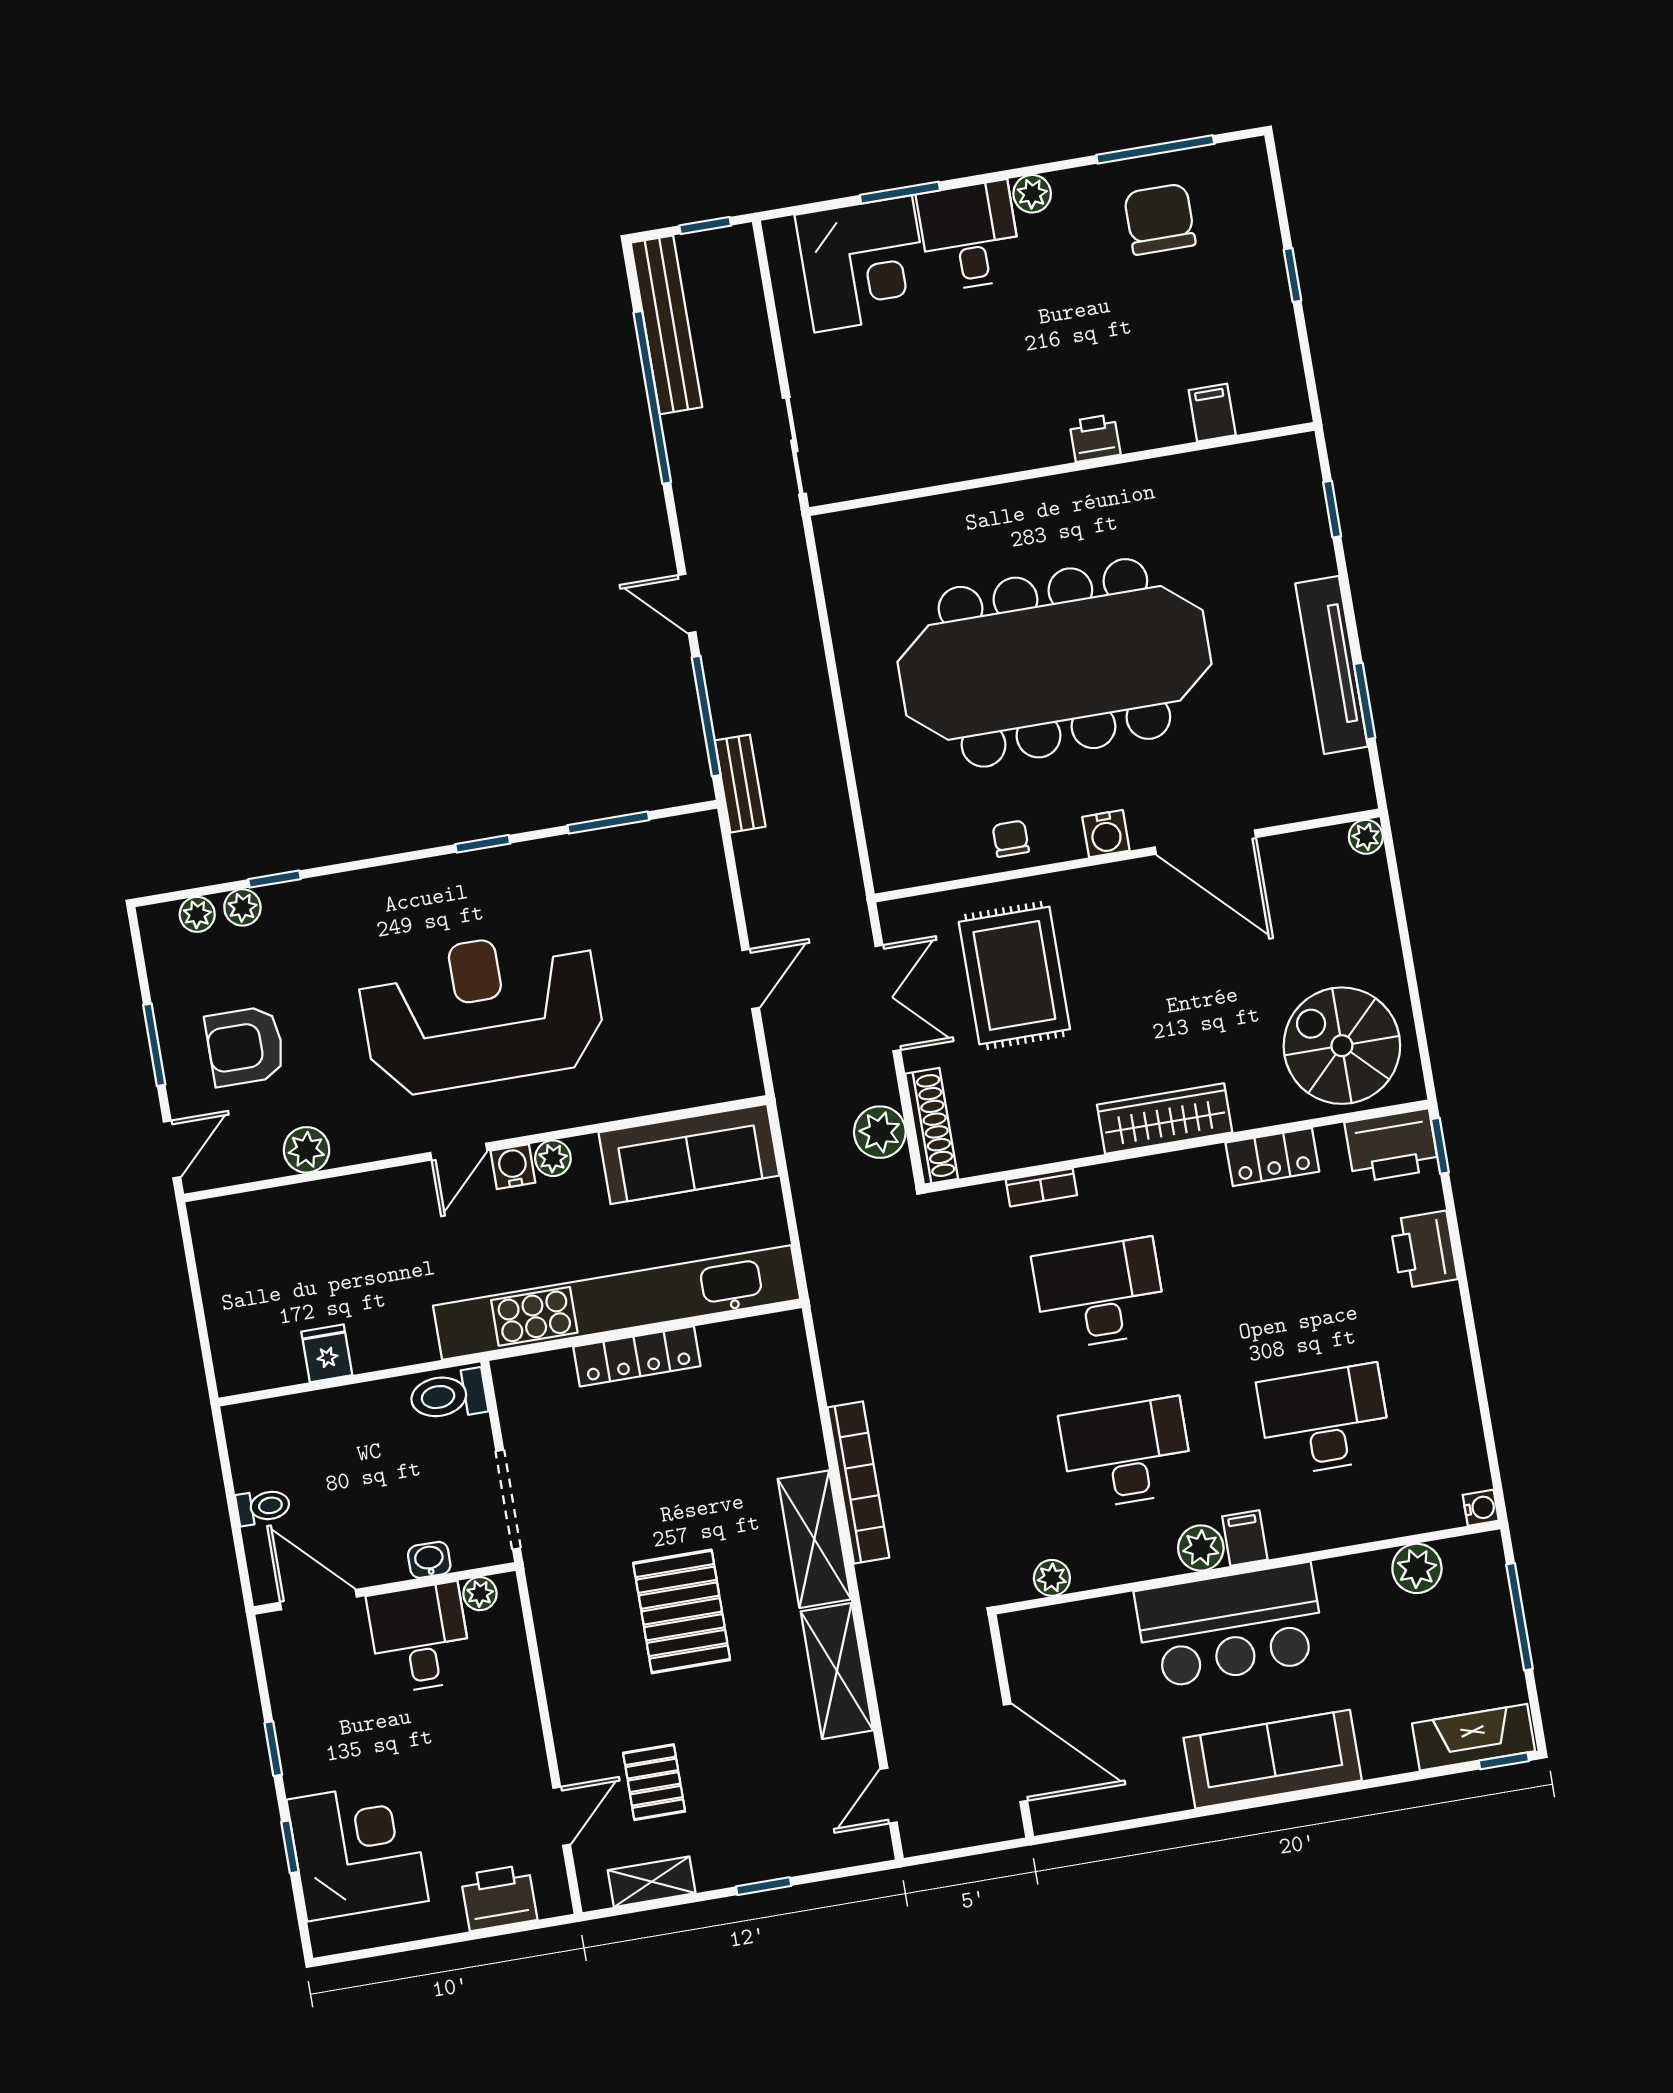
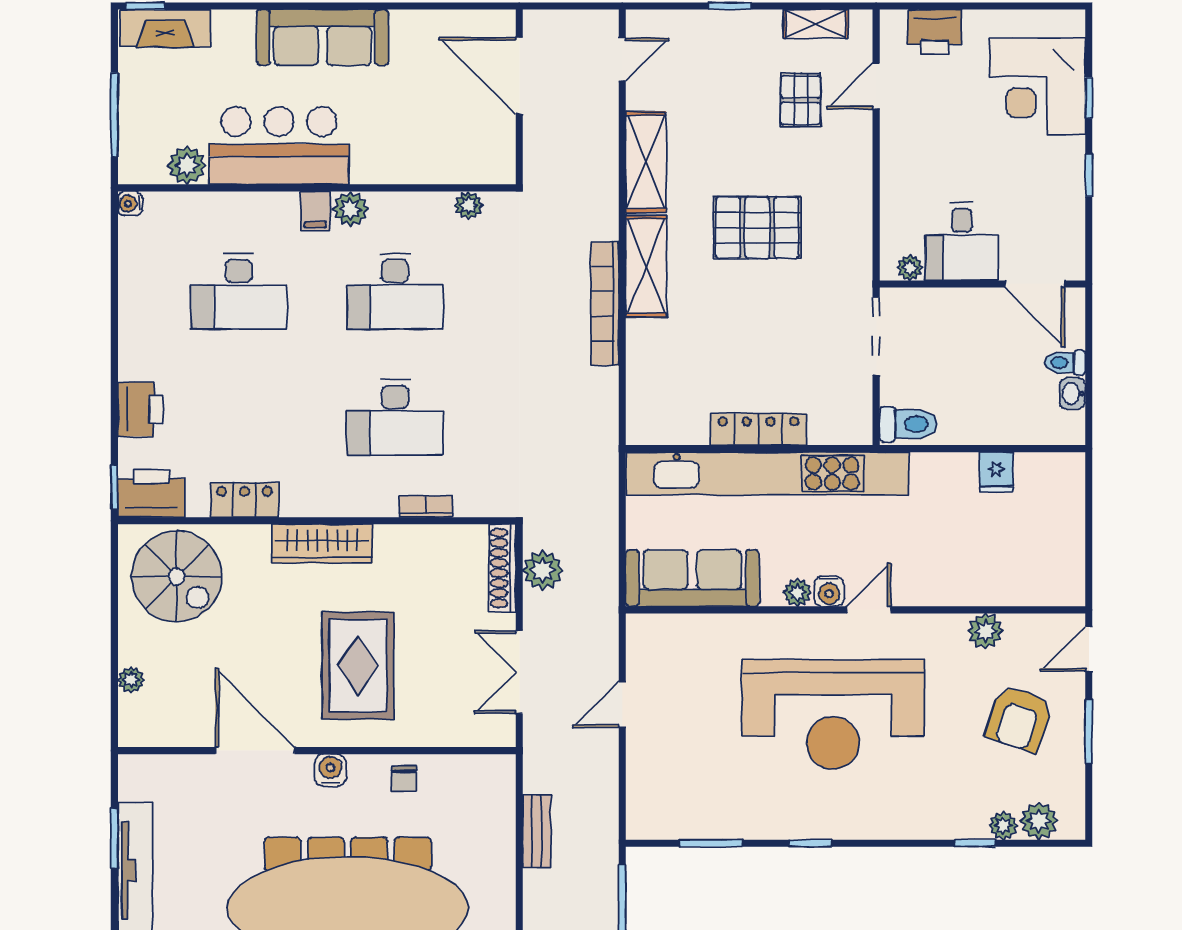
bench: (740, 784) -> (537, 831), moved
plant: (1366, 837) -> (131, 680), moved
plant: (197, 914) -> (1039, 821), width x1.38, depth x1.38
rug: (1014, 975) -> (358, 666), moved
armchair: (245, 1046) -> (1019, 719), turned 109
washbasin: (429, 1560) -> (1073, 394), moved, turned 90
pallet: (682, 1611) -> (757, 228), turned 90
bar counter: (1230, 1626) -> (279, 146), moved

